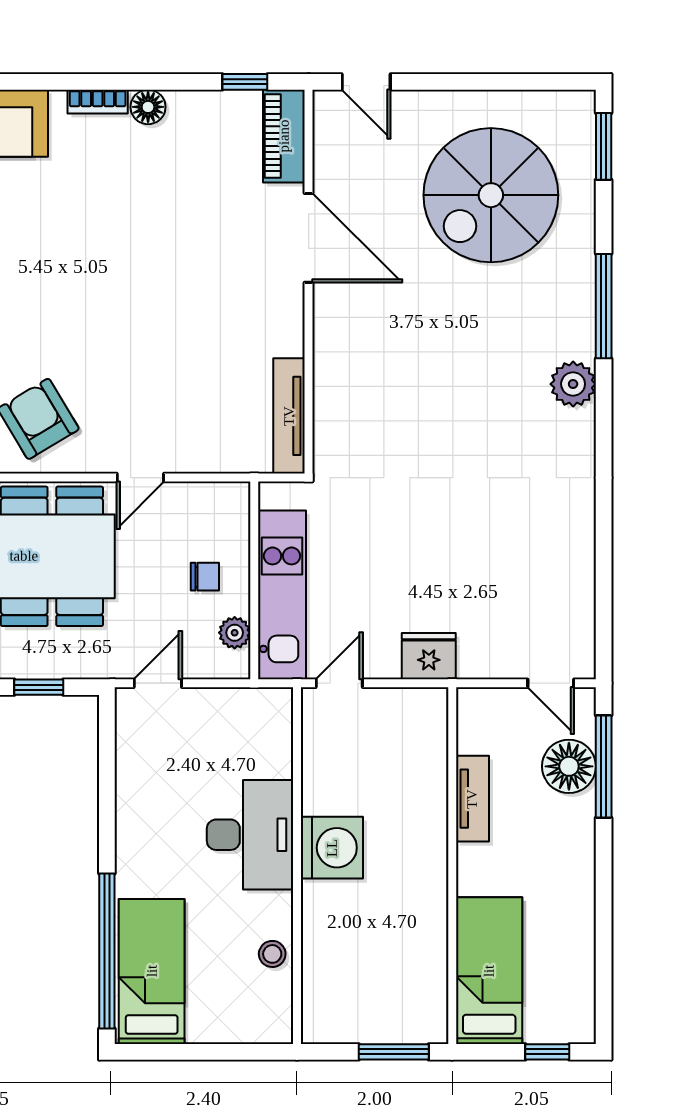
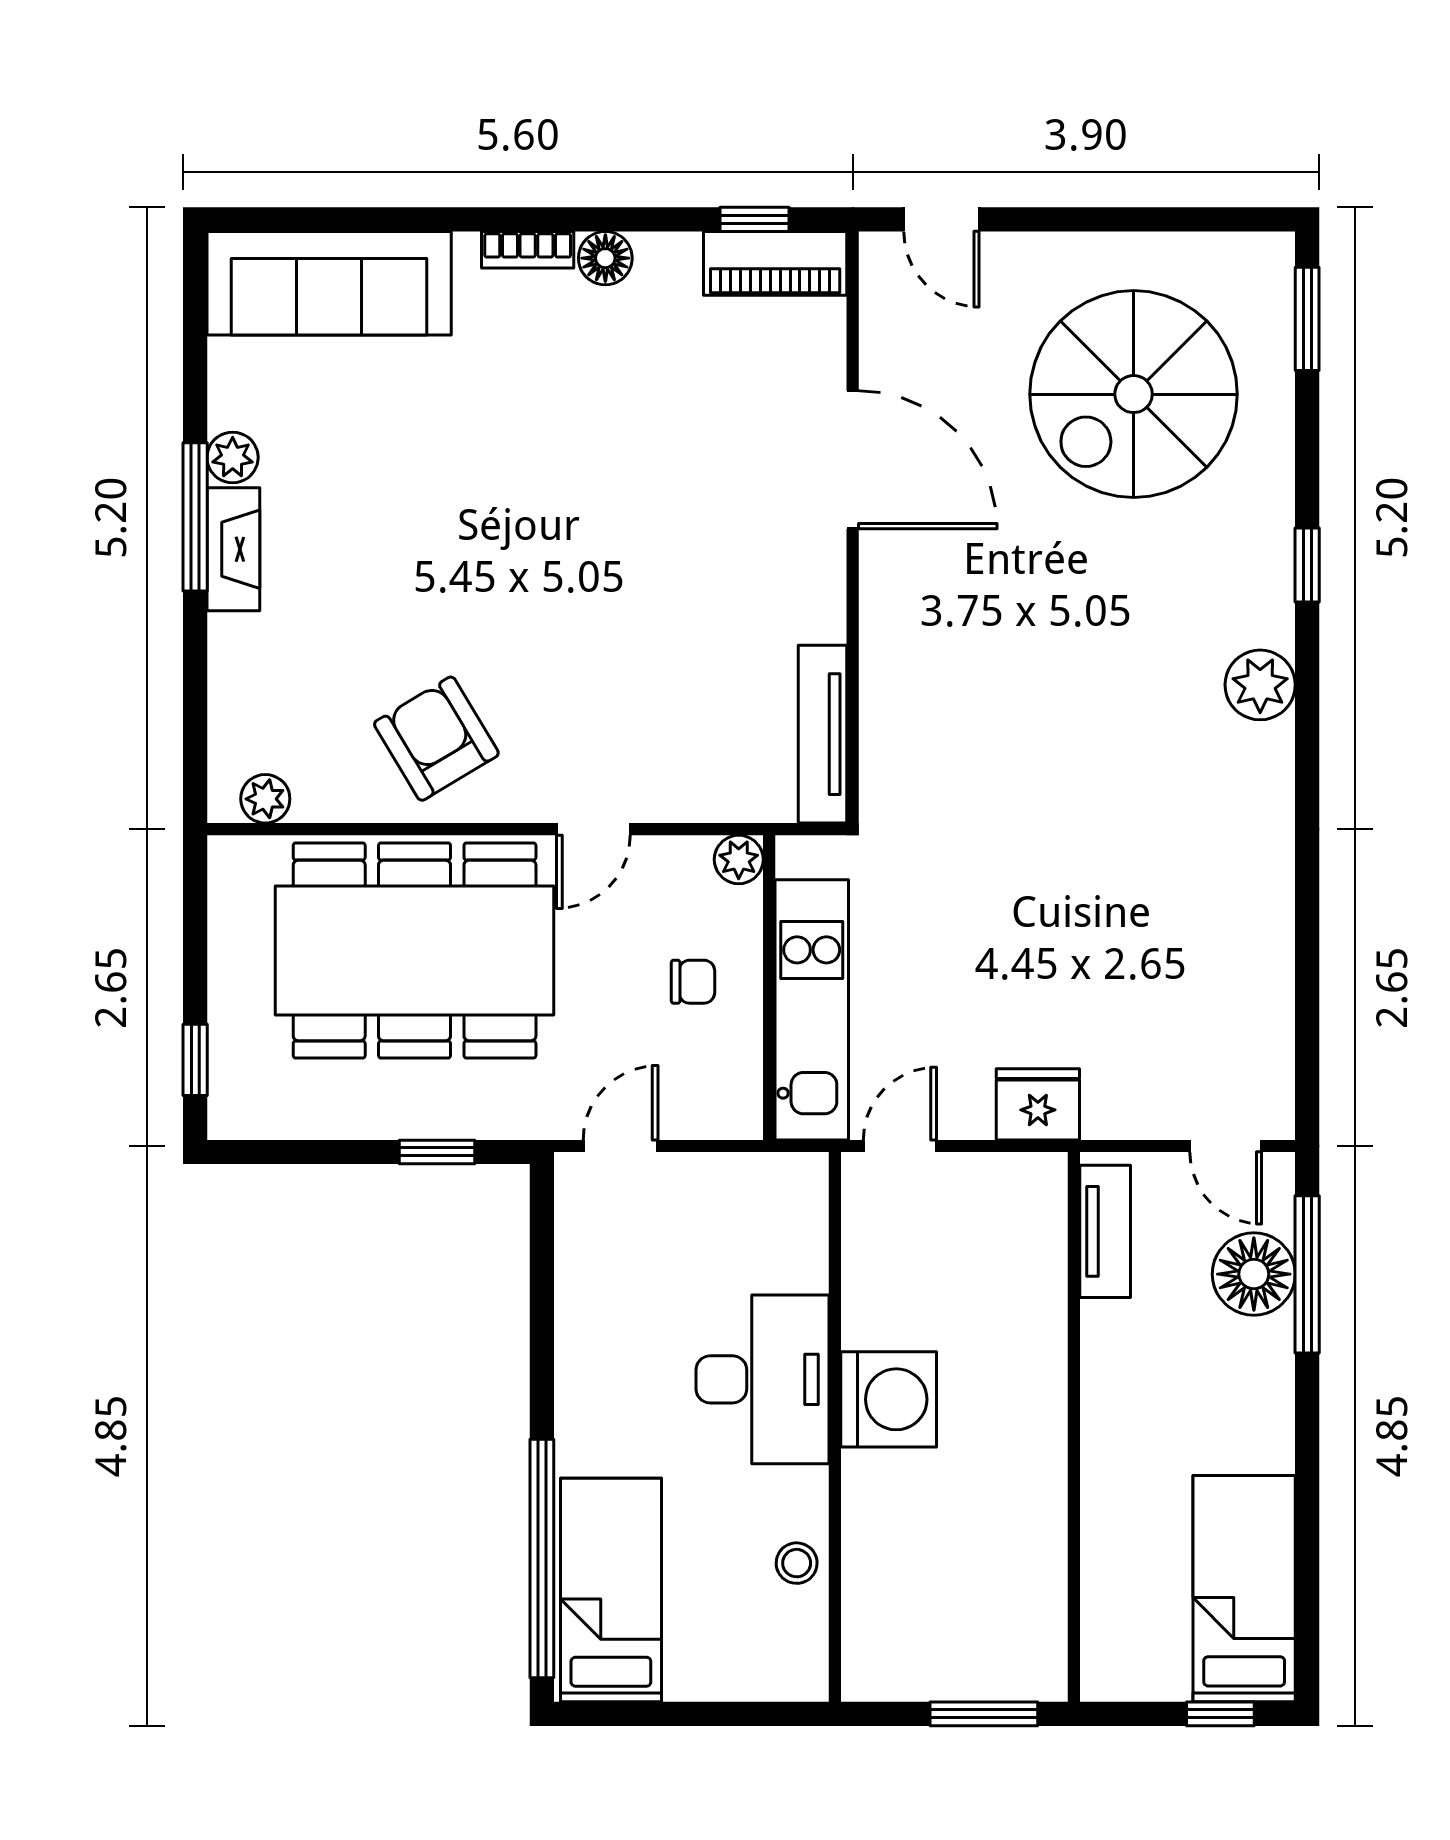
piano: (284, 136) -> (775, 263), moved, turned -90
window: (604, 306) -> (1307, 565), width x0.46
plant: (235, 633) -> (739, 859), moved
tv unit: (472, 799) -> (1105, 1231), moved
bed: (489, 971) -> (1244, 1589), moved

